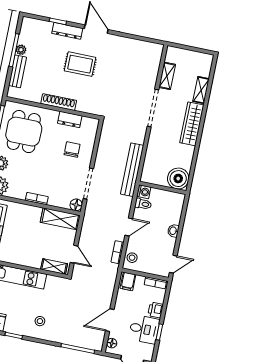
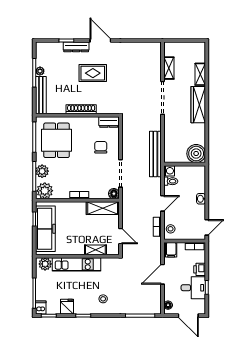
bench: (18, 71) -> (41, 95), width x1.36
dresser: (70, 119) -> (109, 122), moved
shelving: (54, 266) -> (95, 250), moved
door: (110, 320) -> (162, 274), moved

